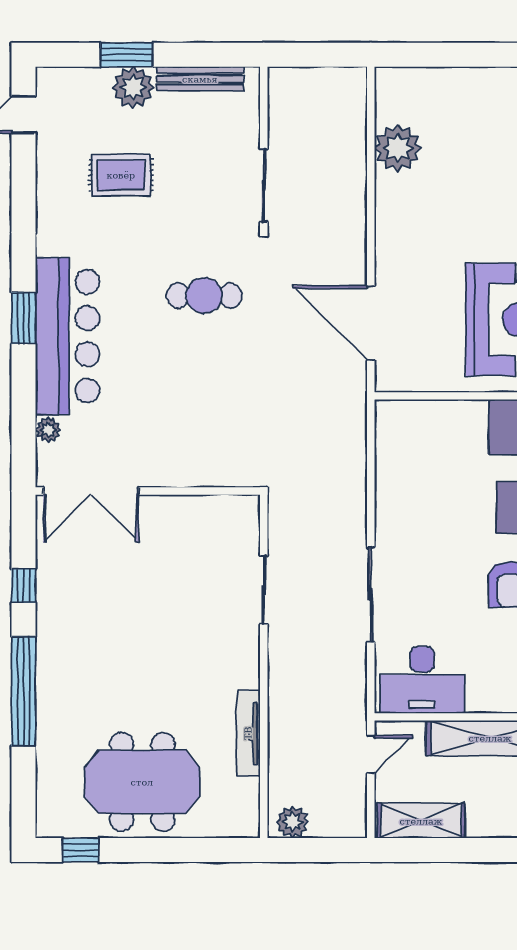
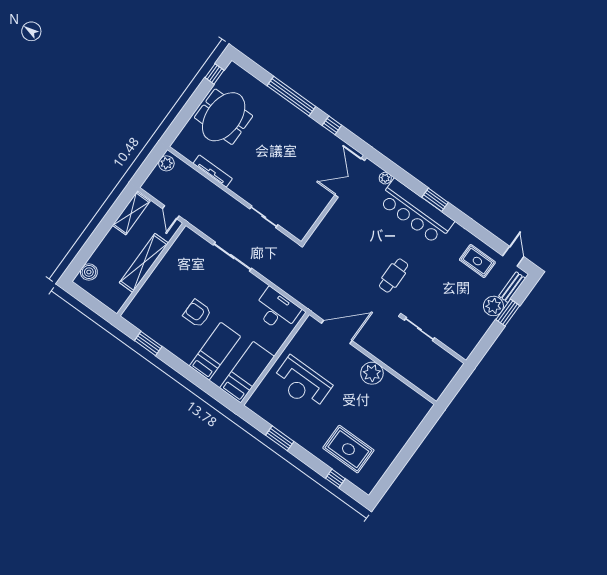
bench: (200, 79) -> (512, 287), moved, width x0.73
plant: (398, 148) -> (372, 373), moved
rug: (121, 175) -> (477, 261), moved, turned 90
desk: (422, 680) -> (276, 310), moved, turned 90

